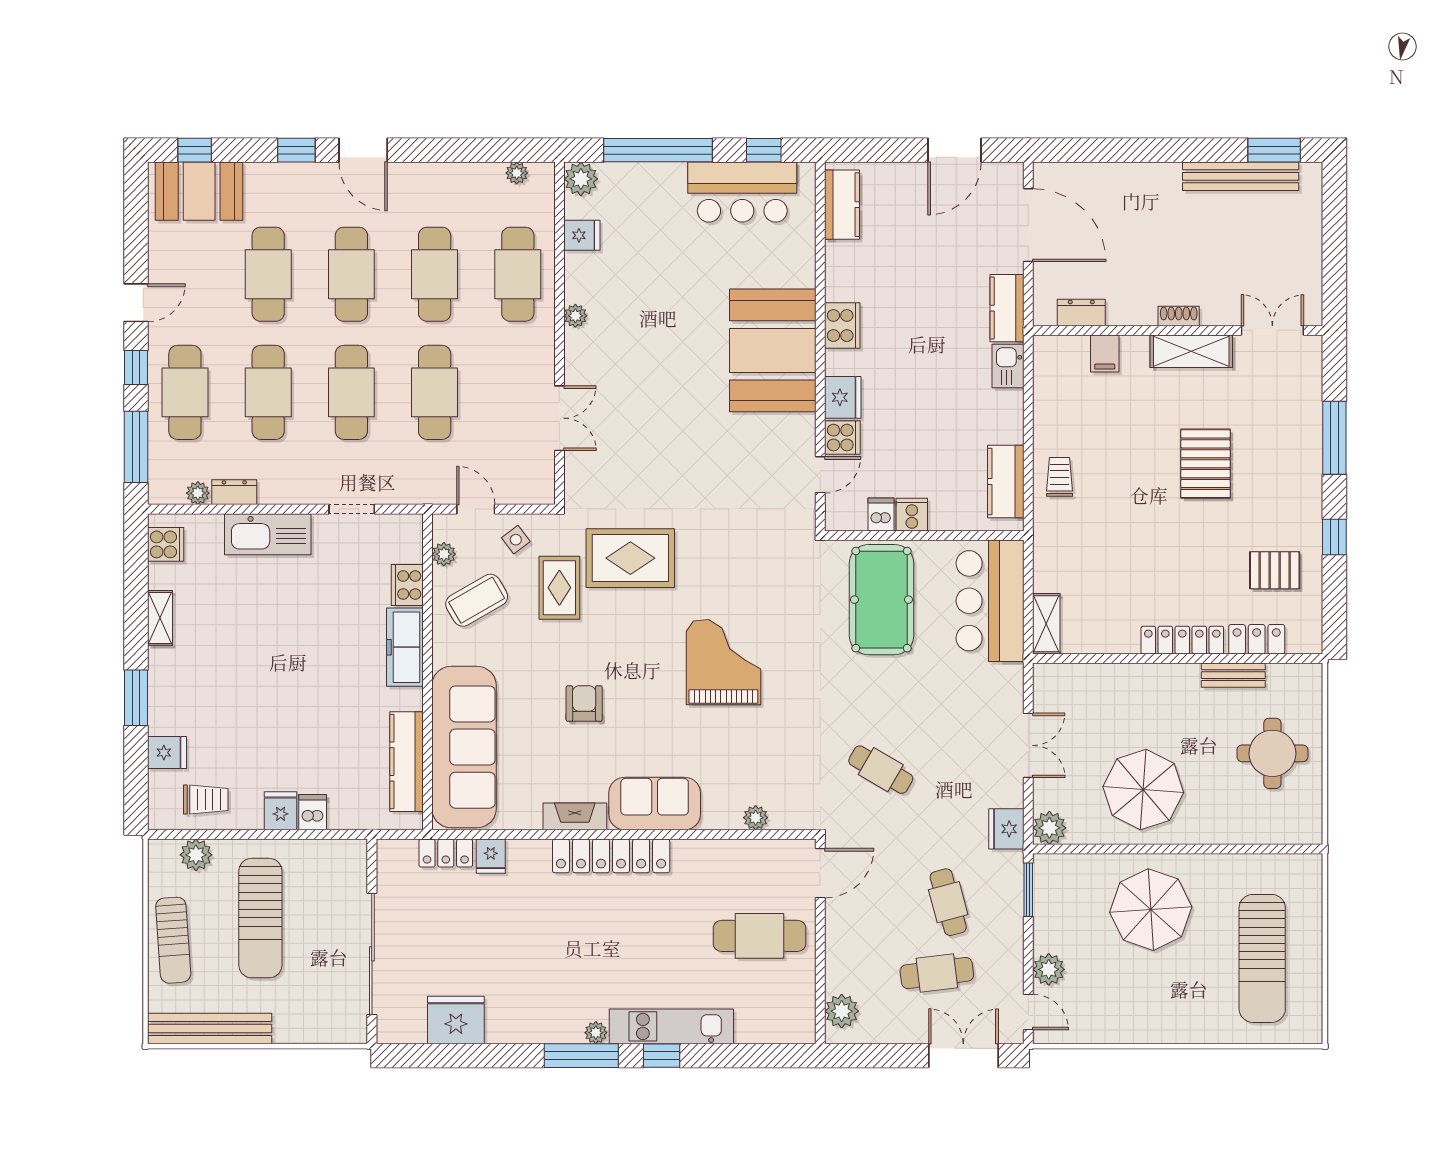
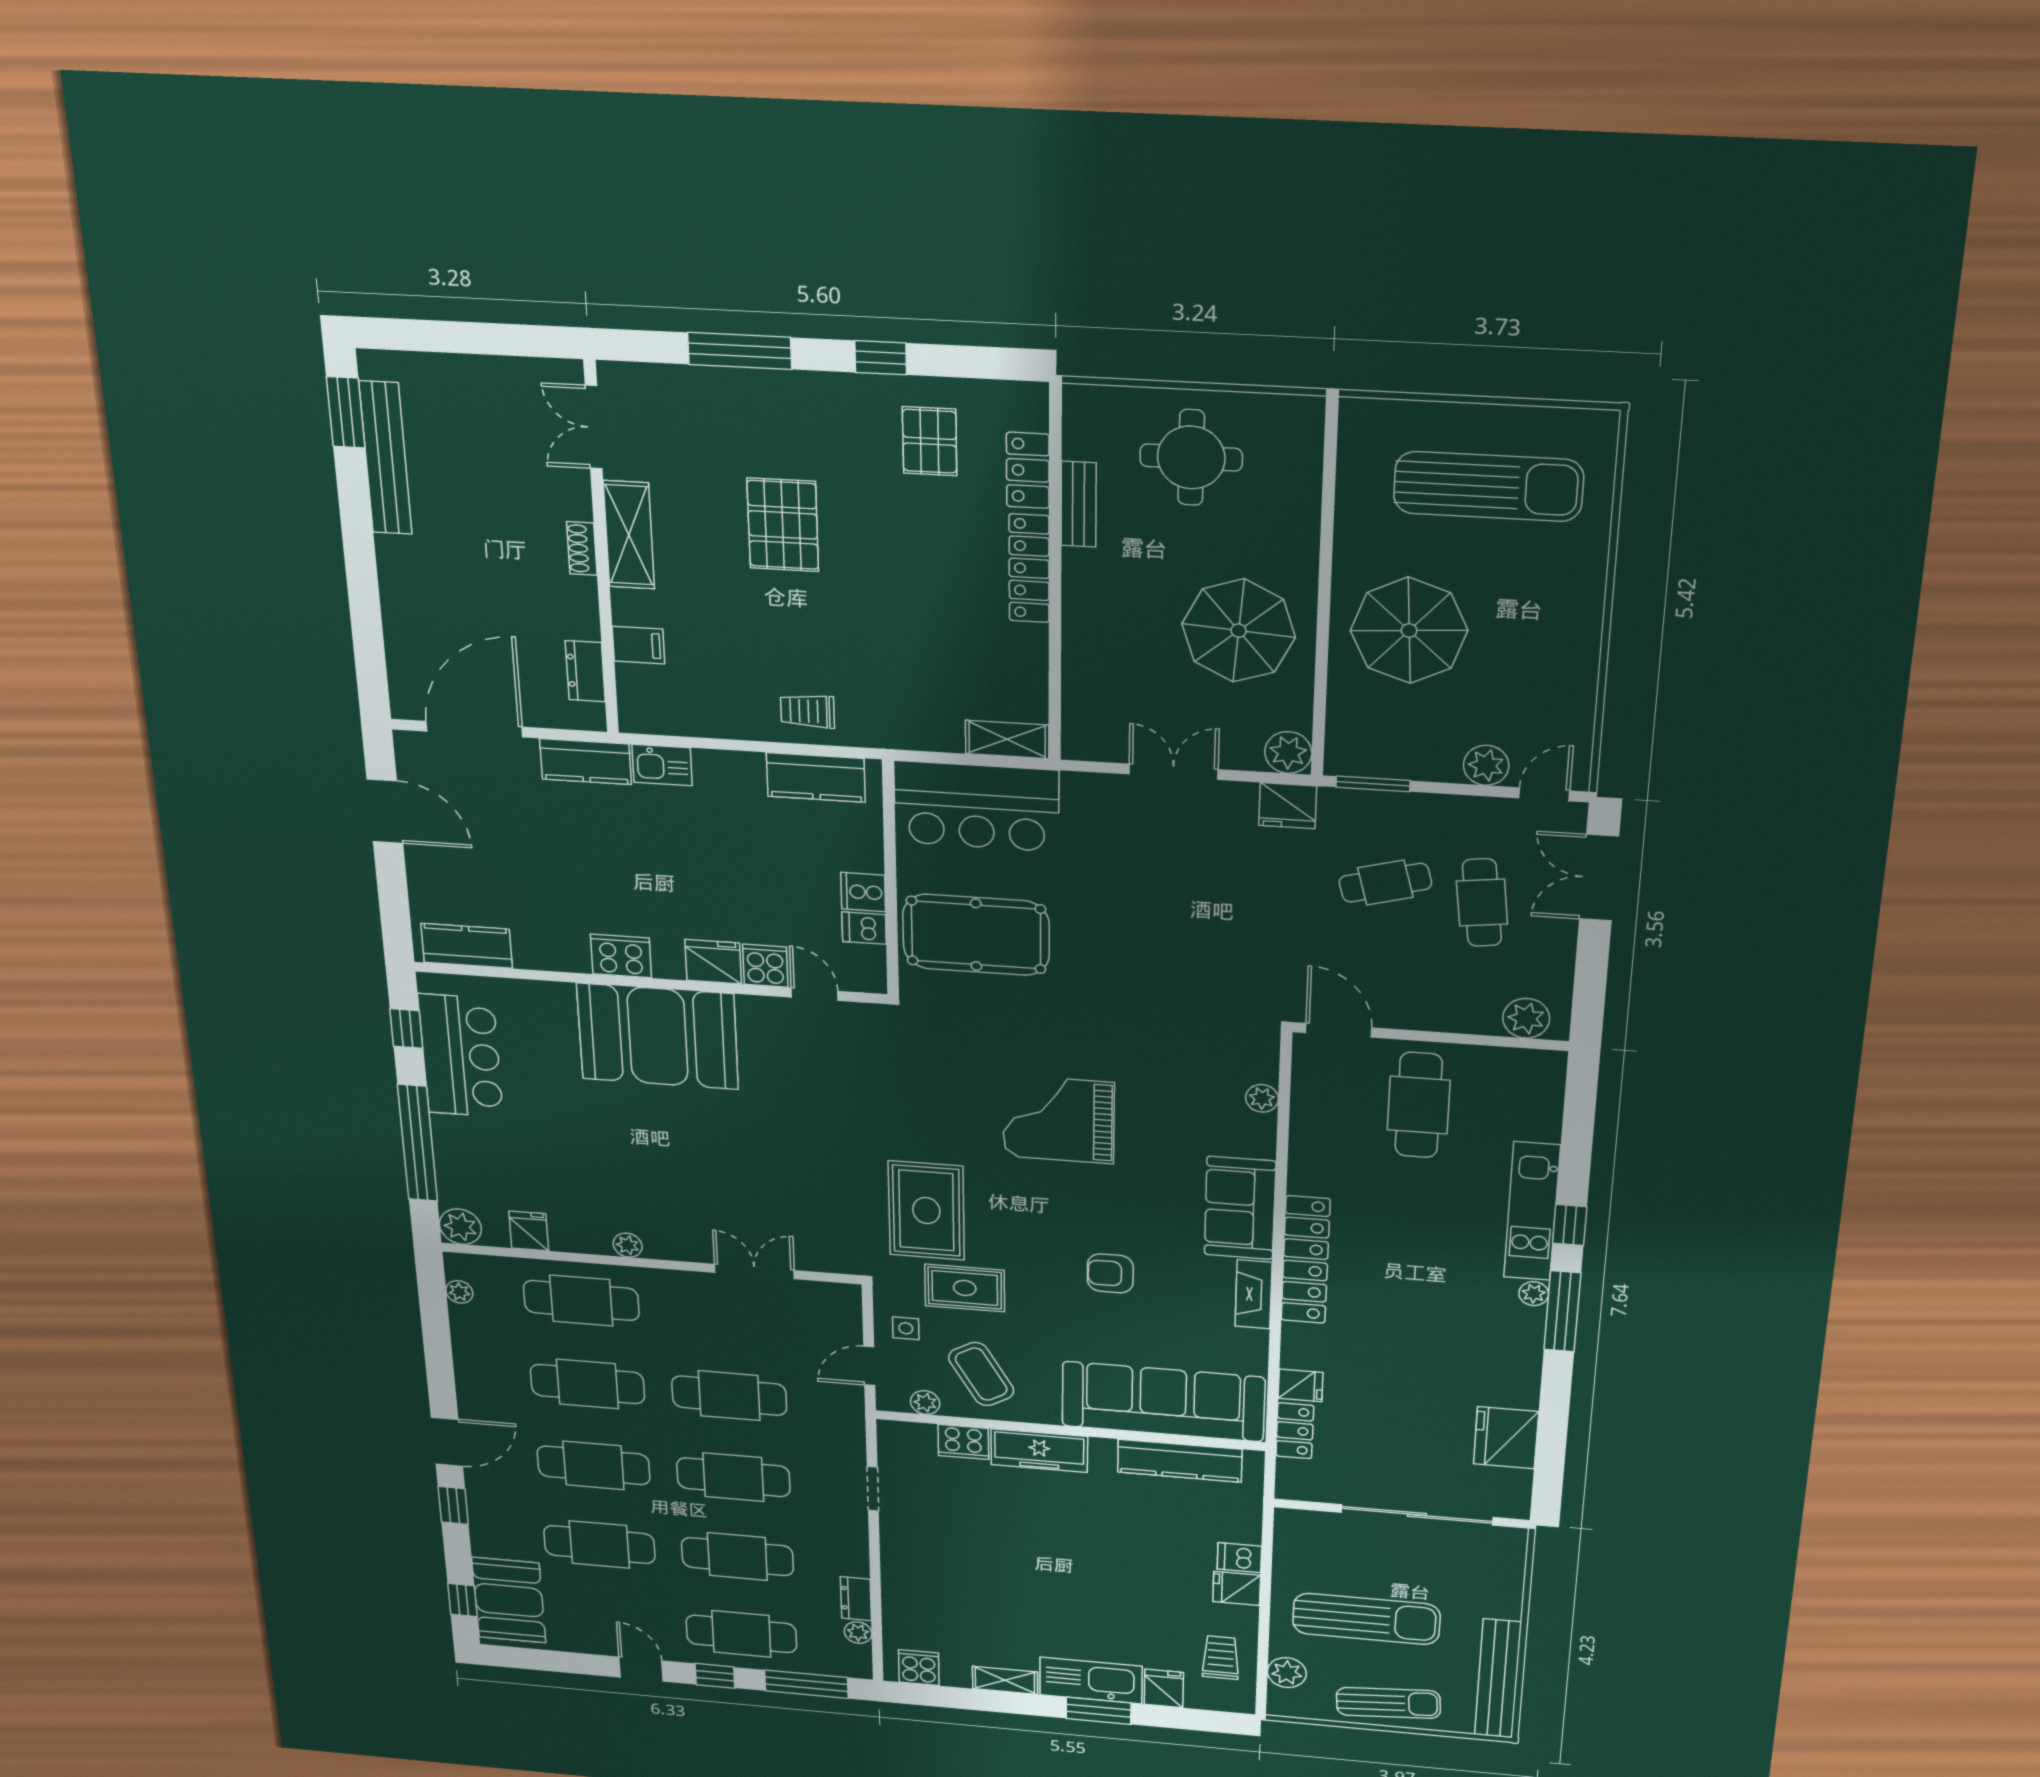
pallet: (1206, 464) -> (783, 525), turned 90
kitchen sink: (268, 534) -> (1091, 1681), moved, turned -90
side table: (516, 540) -> (906, 1328), turned 37
cafe table: (881, 770) -> (1202, 951), removed

